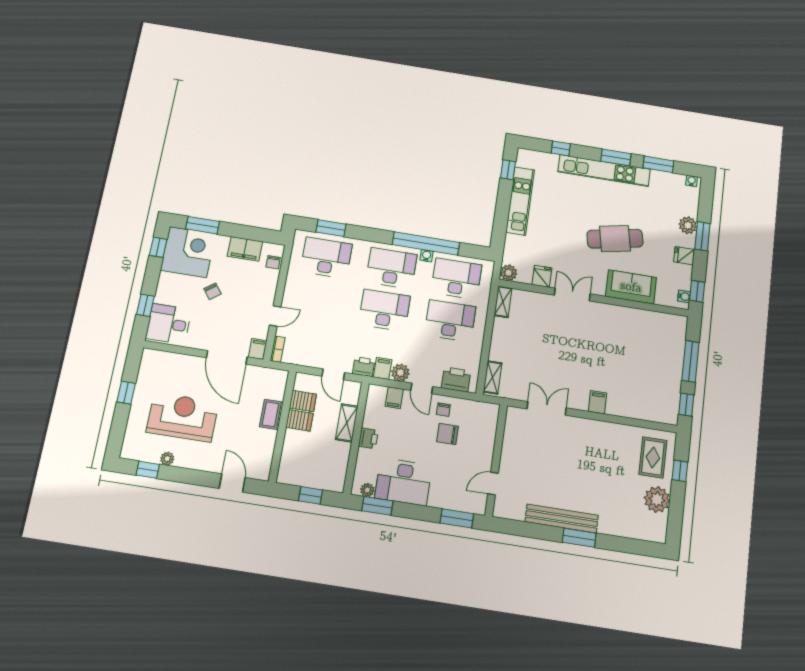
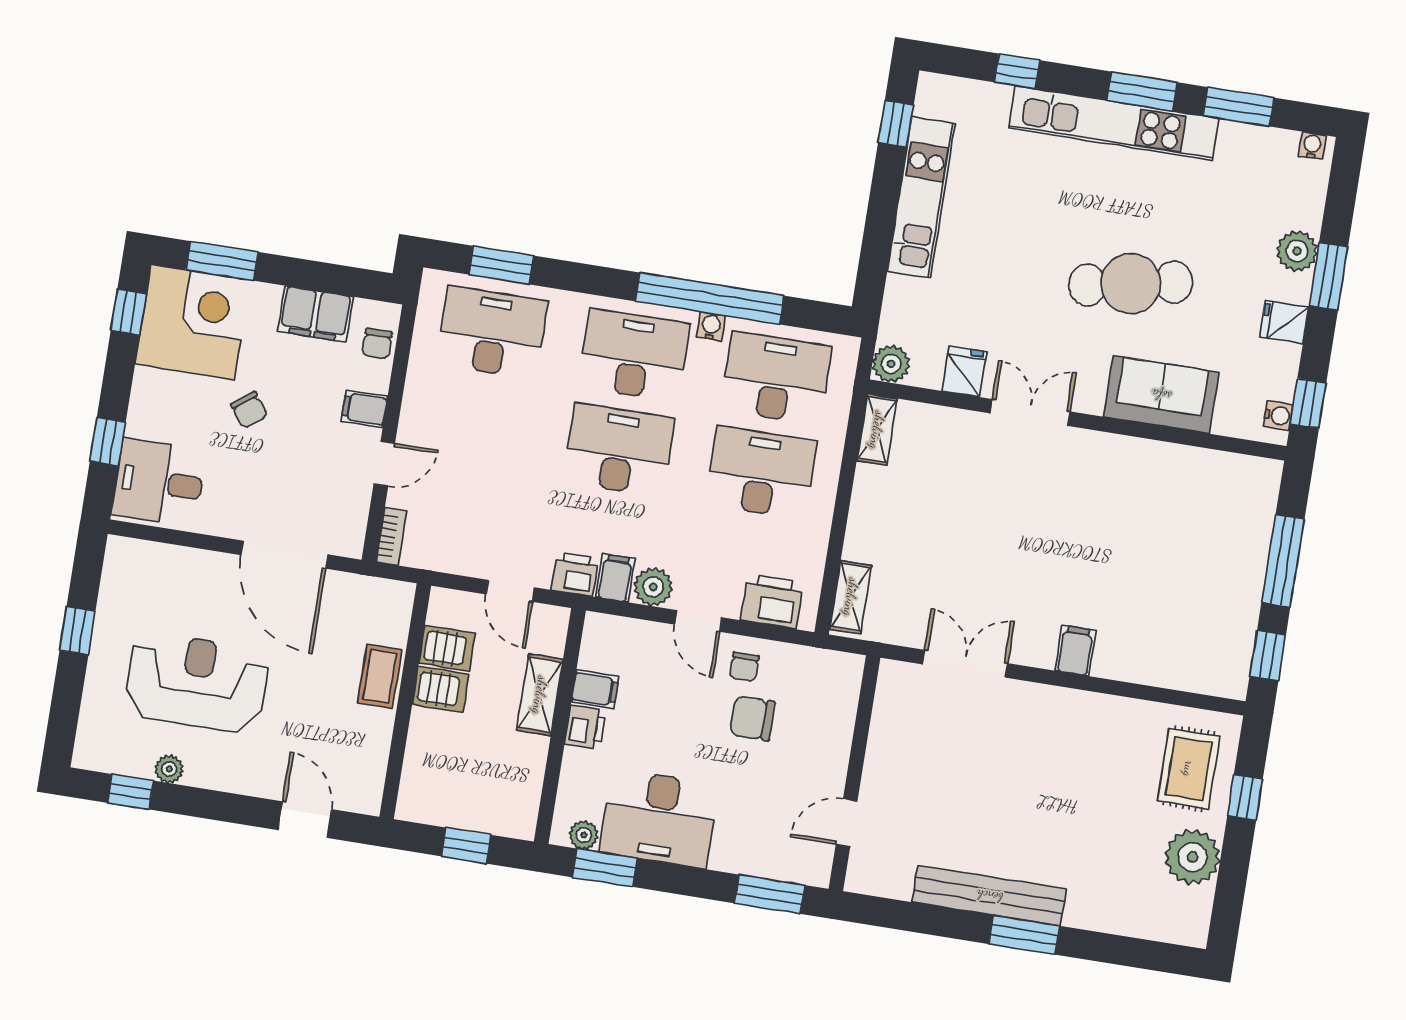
filing cabinet: (257, 349) -> (364, 409), moved, turned -90
filing cabinet: (394, 398) -> (595, 689), moved, turned -90

